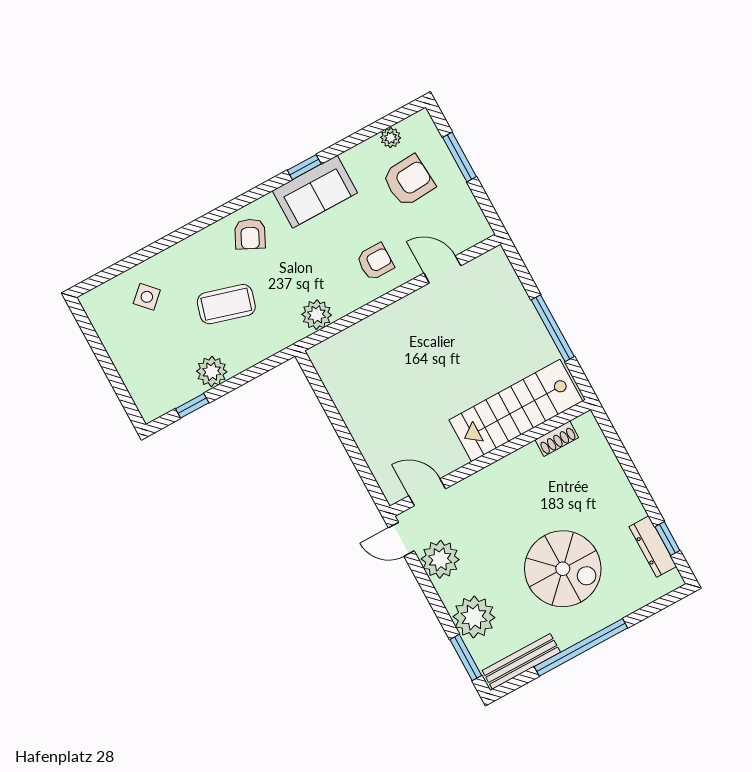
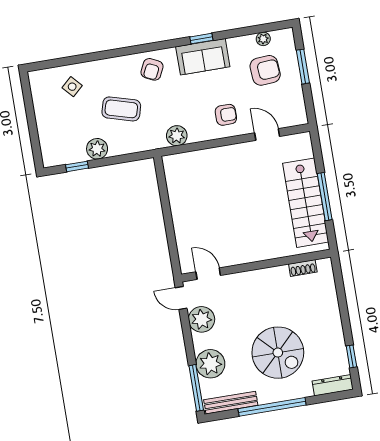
stairs: (516, 411) -> (306, 203), moved, turned -90
dresser: (653, 547) -> (333, 385), moved, turned 90
window: (466, 658) -> (196, 388), width x1.44

